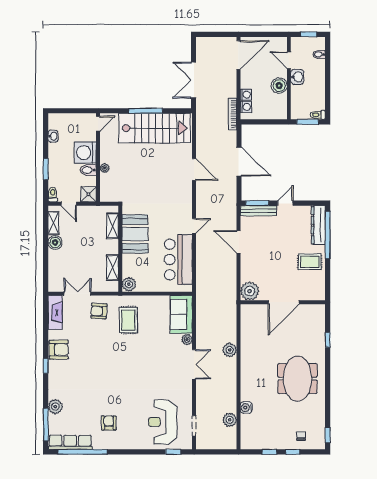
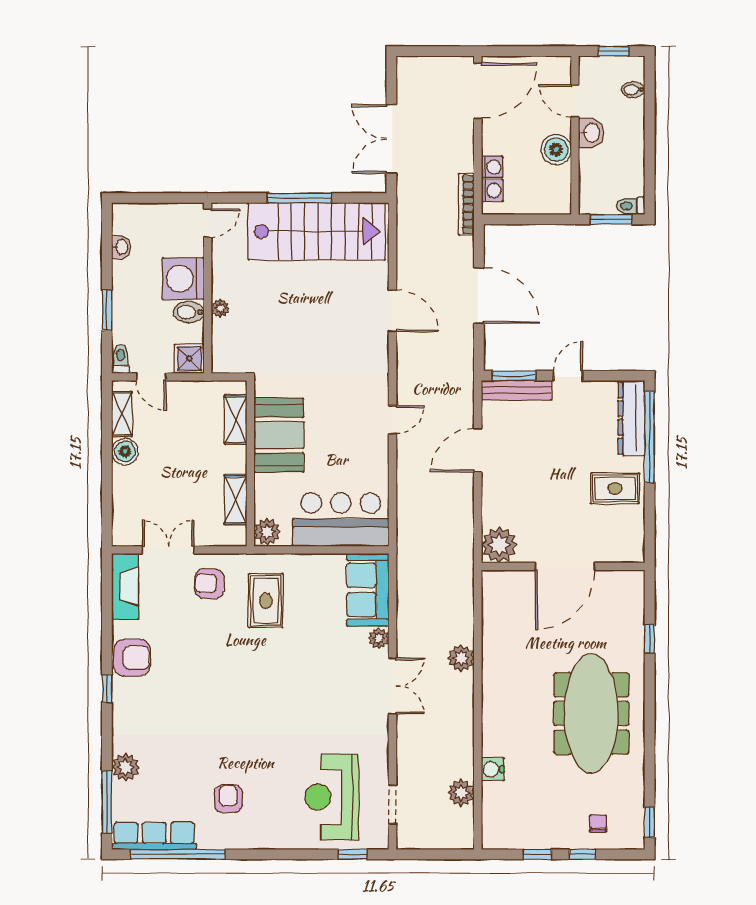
door: (238, 242) -> (478, 450), hinge flipped
bar counter: (178, 260) -> (341, 520), moved, turned 90
meeting table: (297, 379) -> (591, 713), width x1.36

